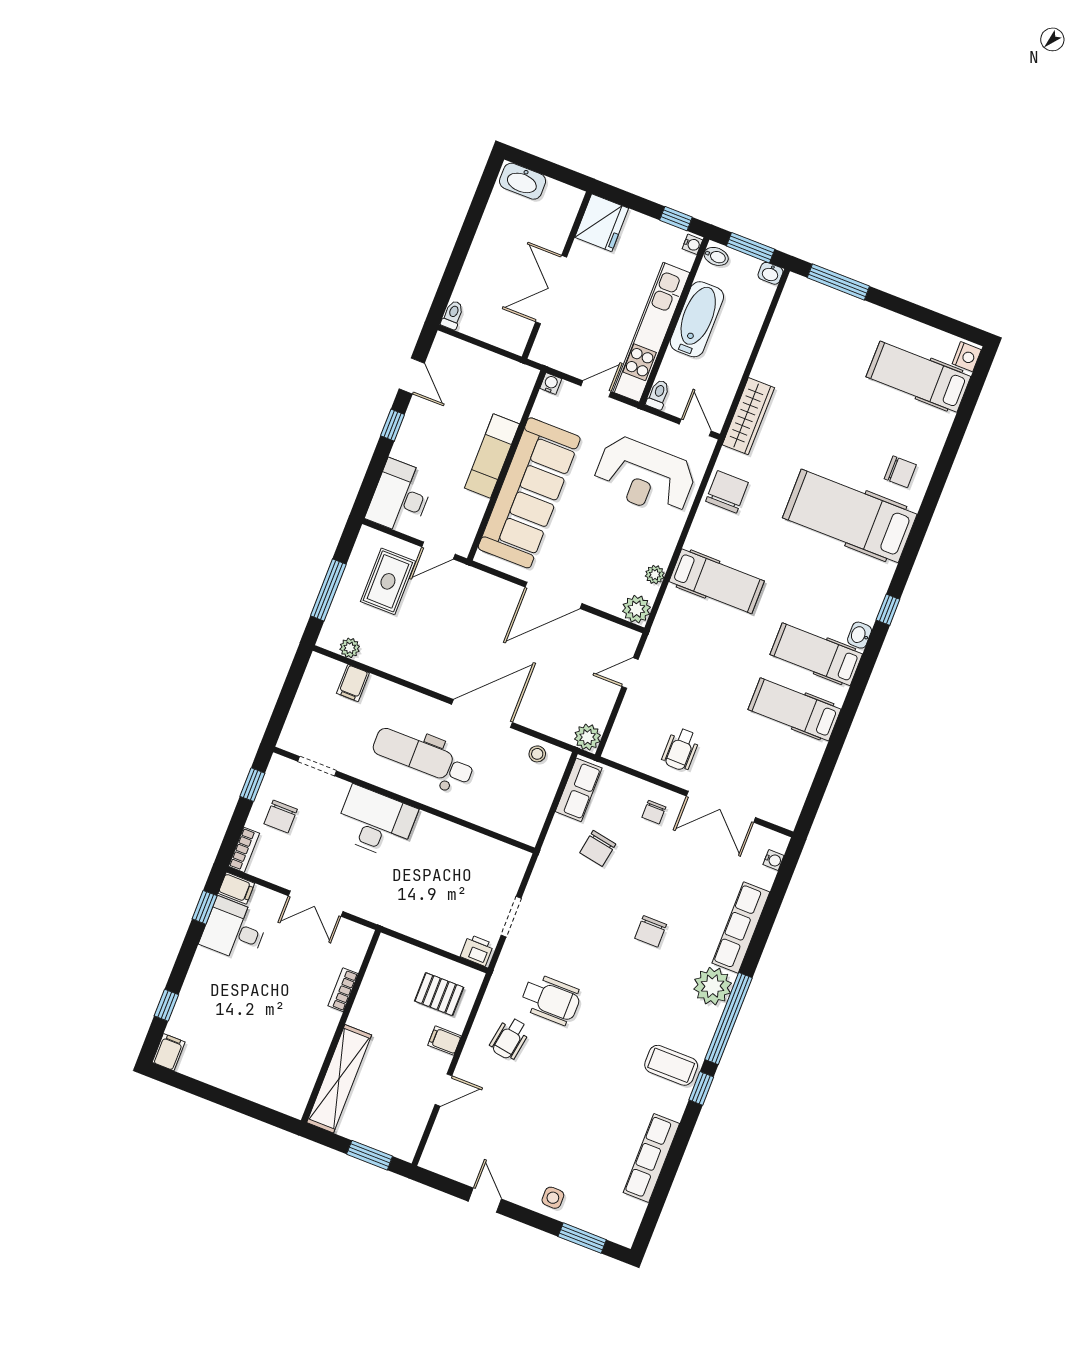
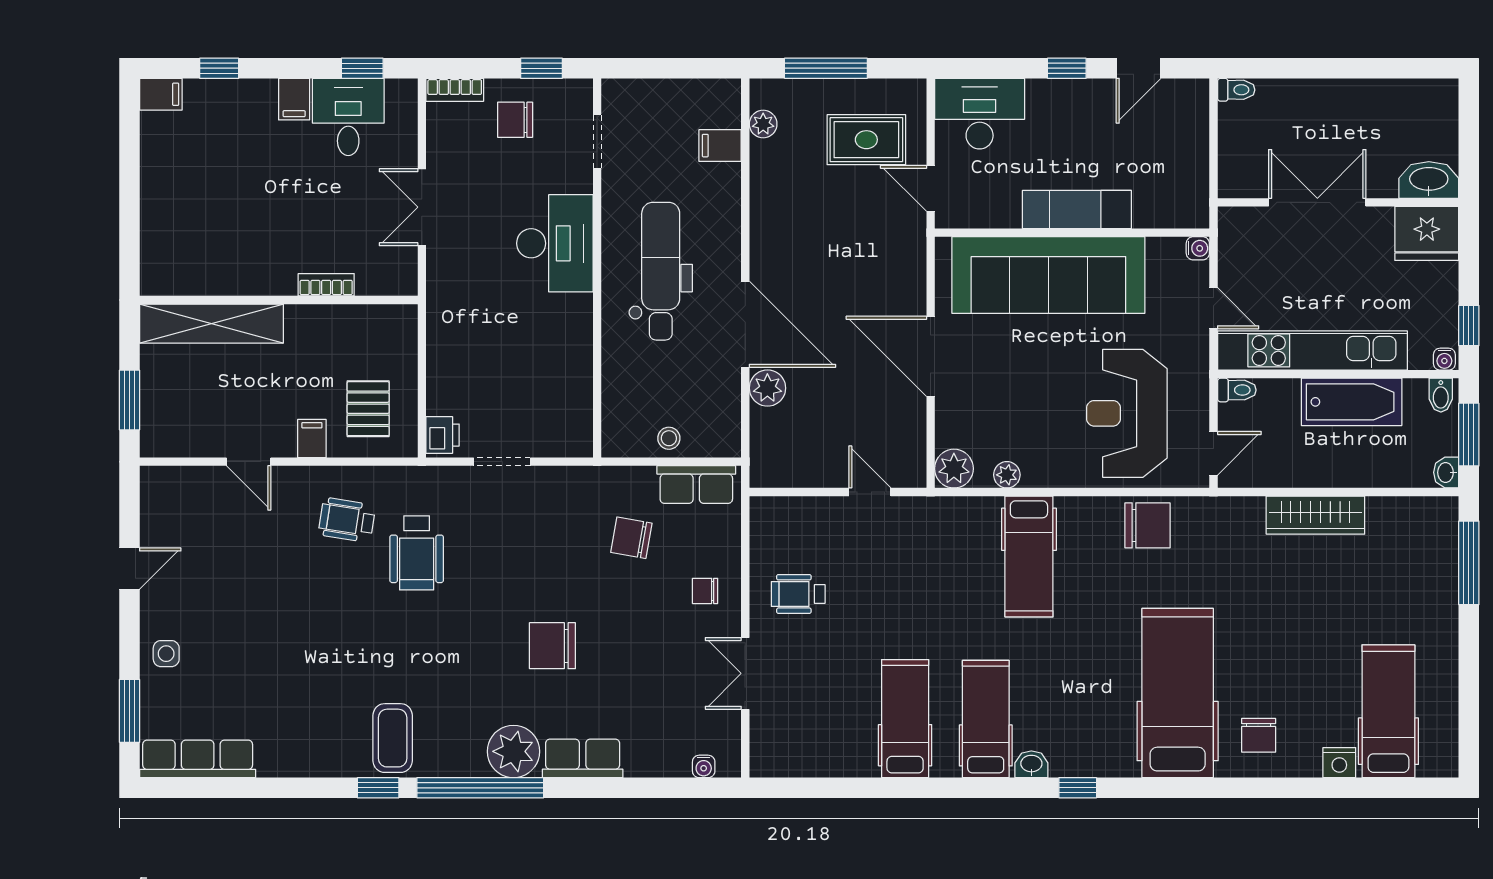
washbasin: (523, 181) -> (1429, 180), moved, turned 90
nightstand: (967, 357) -> (1339, 763), moved
wardrobe: (748, 416) -> (1315, 515), moved
plant: (588, 737) -> (767, 388), moved
stool: (537, 754) -> (669, 438), moved
double door: (721, 807) -> (745, 673), width x0.73
filing cabinet: (236, 888) -> (294, 99), moved
row of seats: (741, 927) -> (583, 758), width x0.68
chair: (651, 931) -> (552, 646), width x1.37, depth x1.37
row of seats: (651, 1158) -> (198, 759), moved

